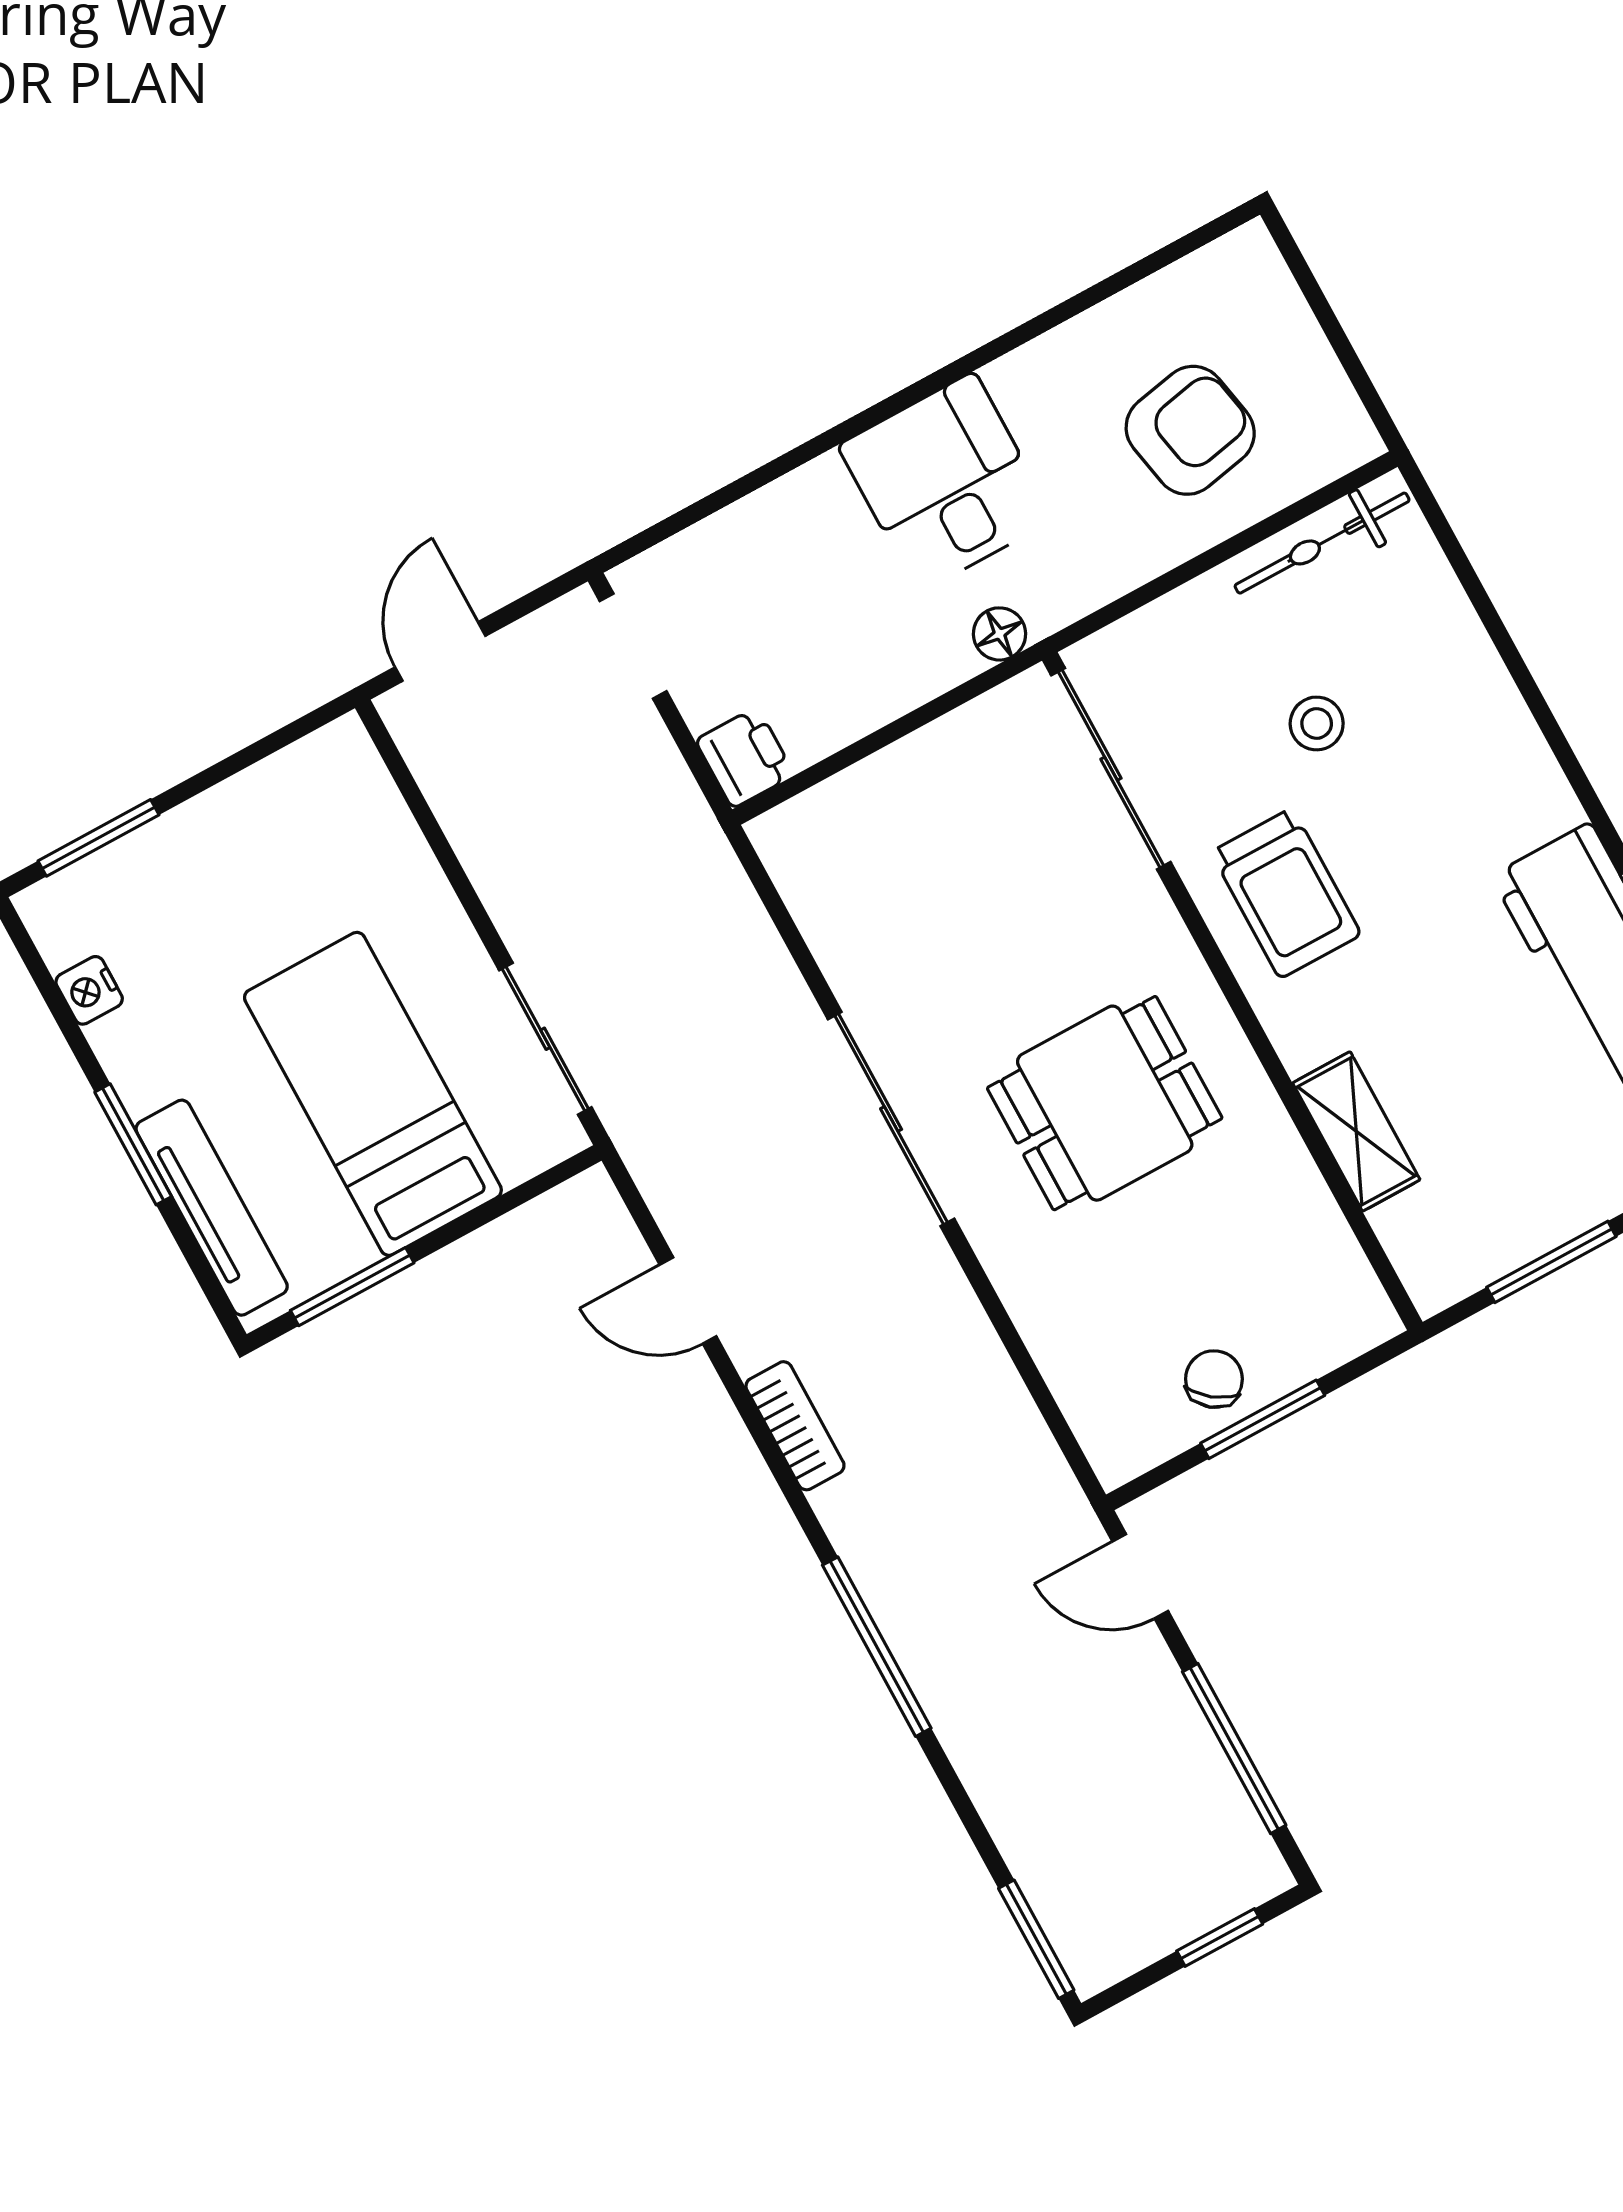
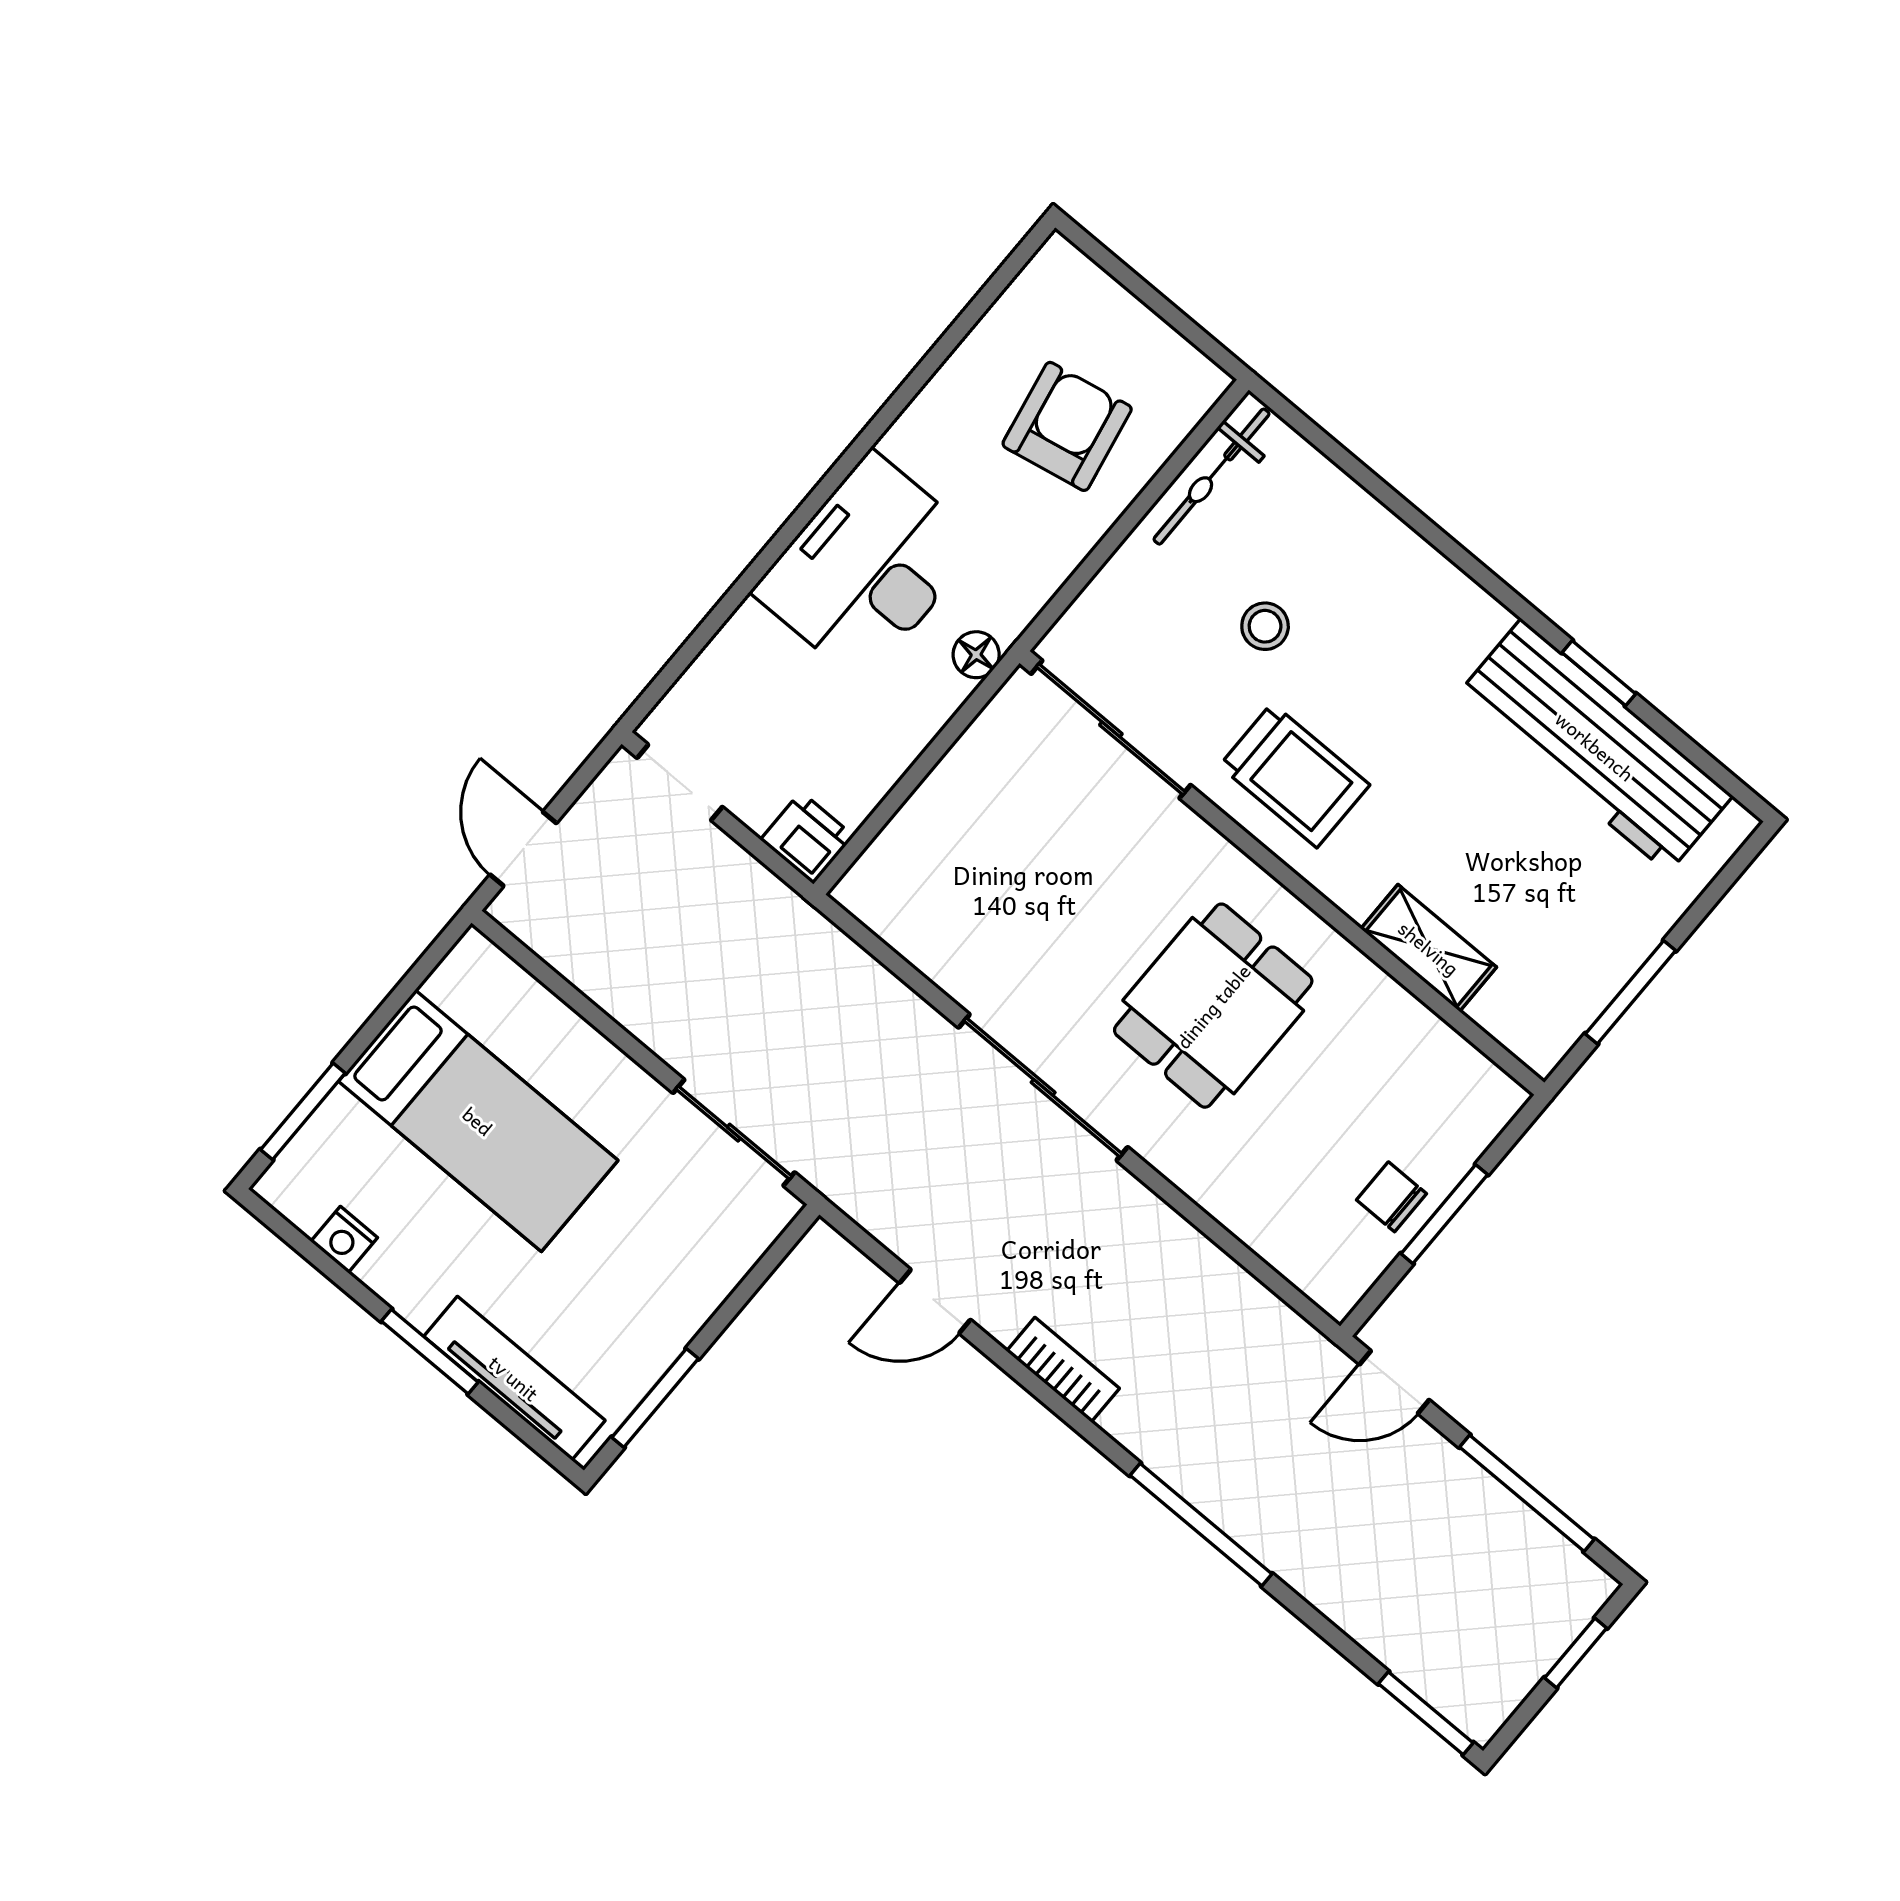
desk: (946, 482) -> (867, 567), width x1.37
bed: (373, 1094) -> (478, 1121), moved, turned 180
chair: (1214, 1379) -> (1392, 1197), turned -37

